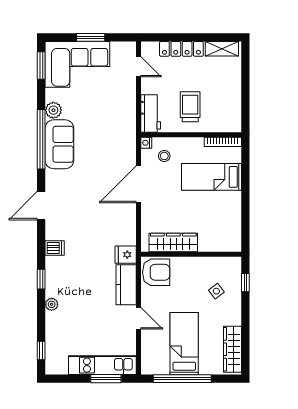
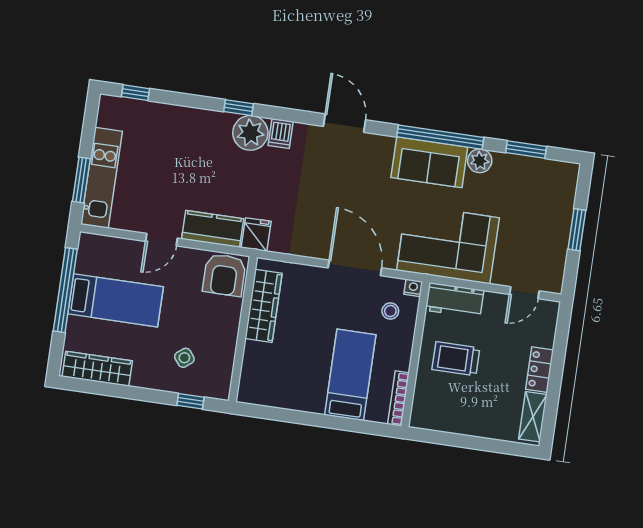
locker: (181, 49) -> (540, 370), width x0.66
corner sofa: (77, 64) -> (448, 244), moved, turned 90
window: (41, 66) -> (526, 150), moved
trolley: (190, 107) -> (456, 359), turned 180
plant: (52, 304) -> (250, 133), moved, width x1.87, depth x1.87

